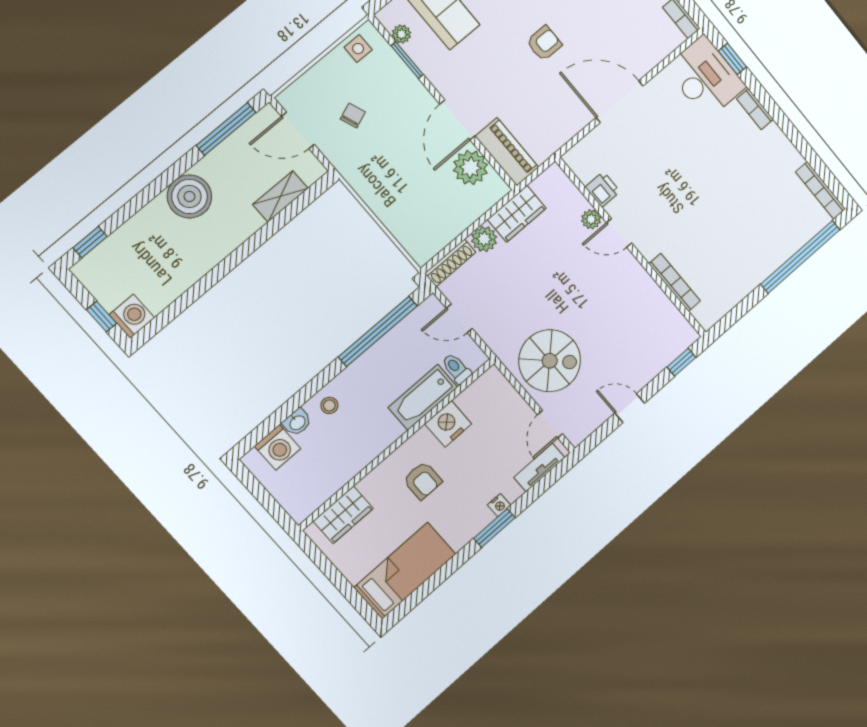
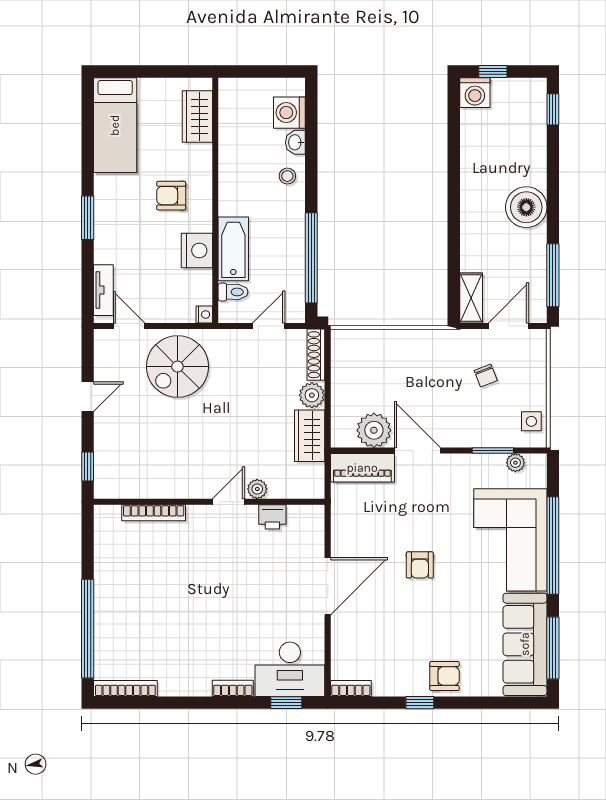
shelving: (280, 196) -> (471, 298), moved
nightstand: (499, 505) -> (204, 314), moved, turned 180

